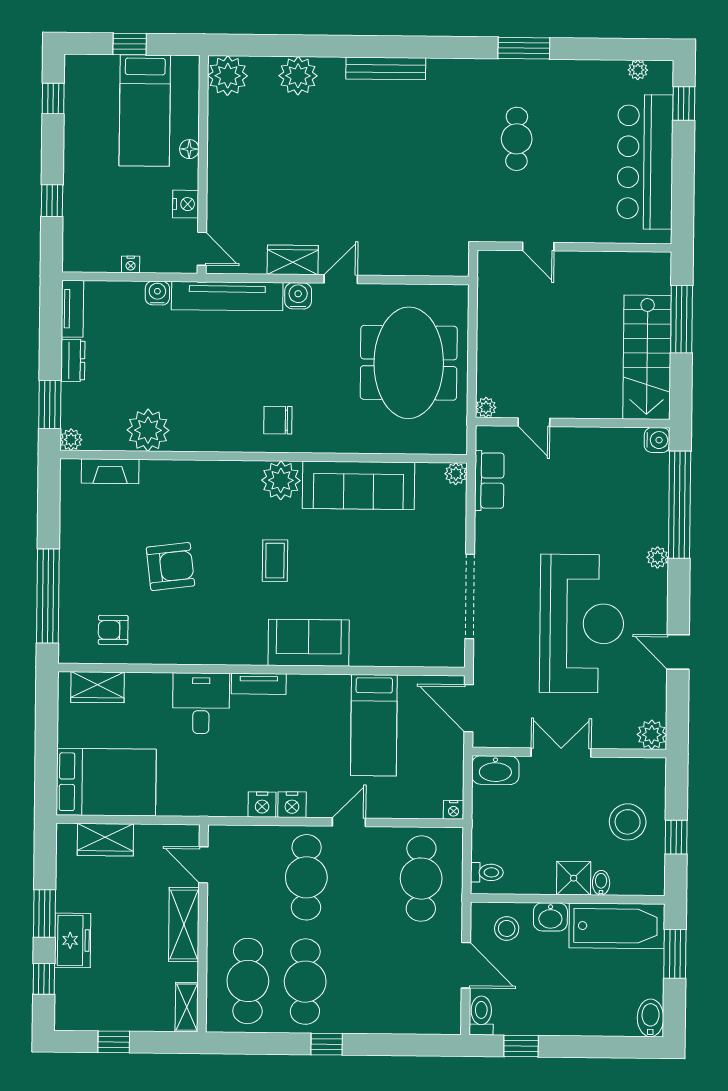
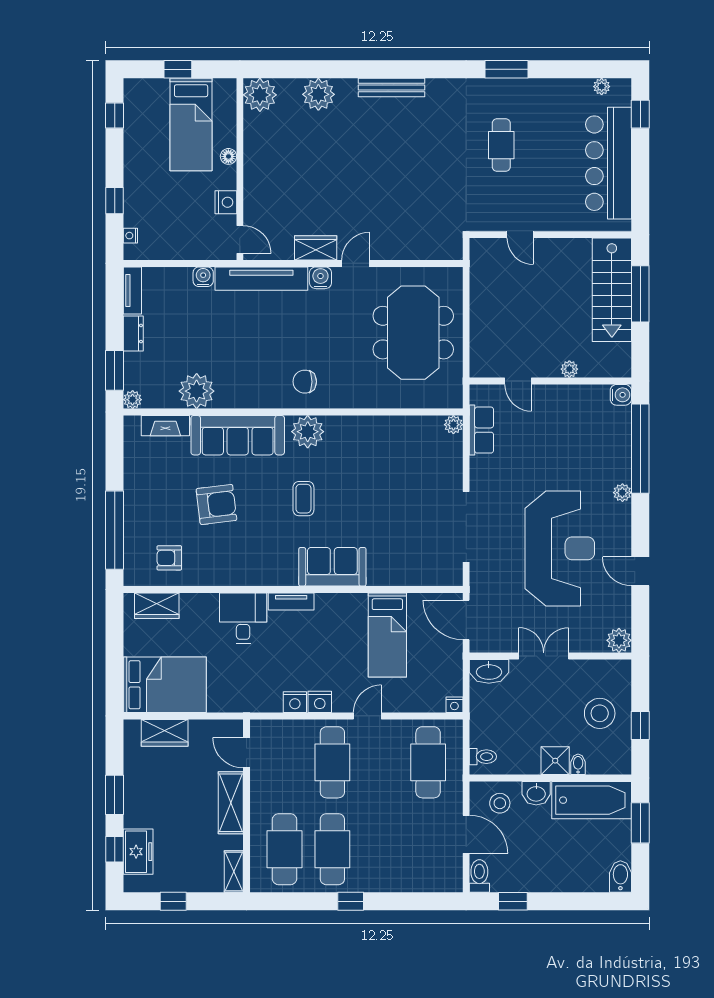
nightstand: (131, 264) -> (130, 236), moved, turned 90
stairs: (647, 357) -> (612, 290), moved
plant: (486, 407) -> (569, 369), moved
sofa: (358, 485) -> (238, 435), moved
freezer: (73, 940) -> (138, 852), moved

